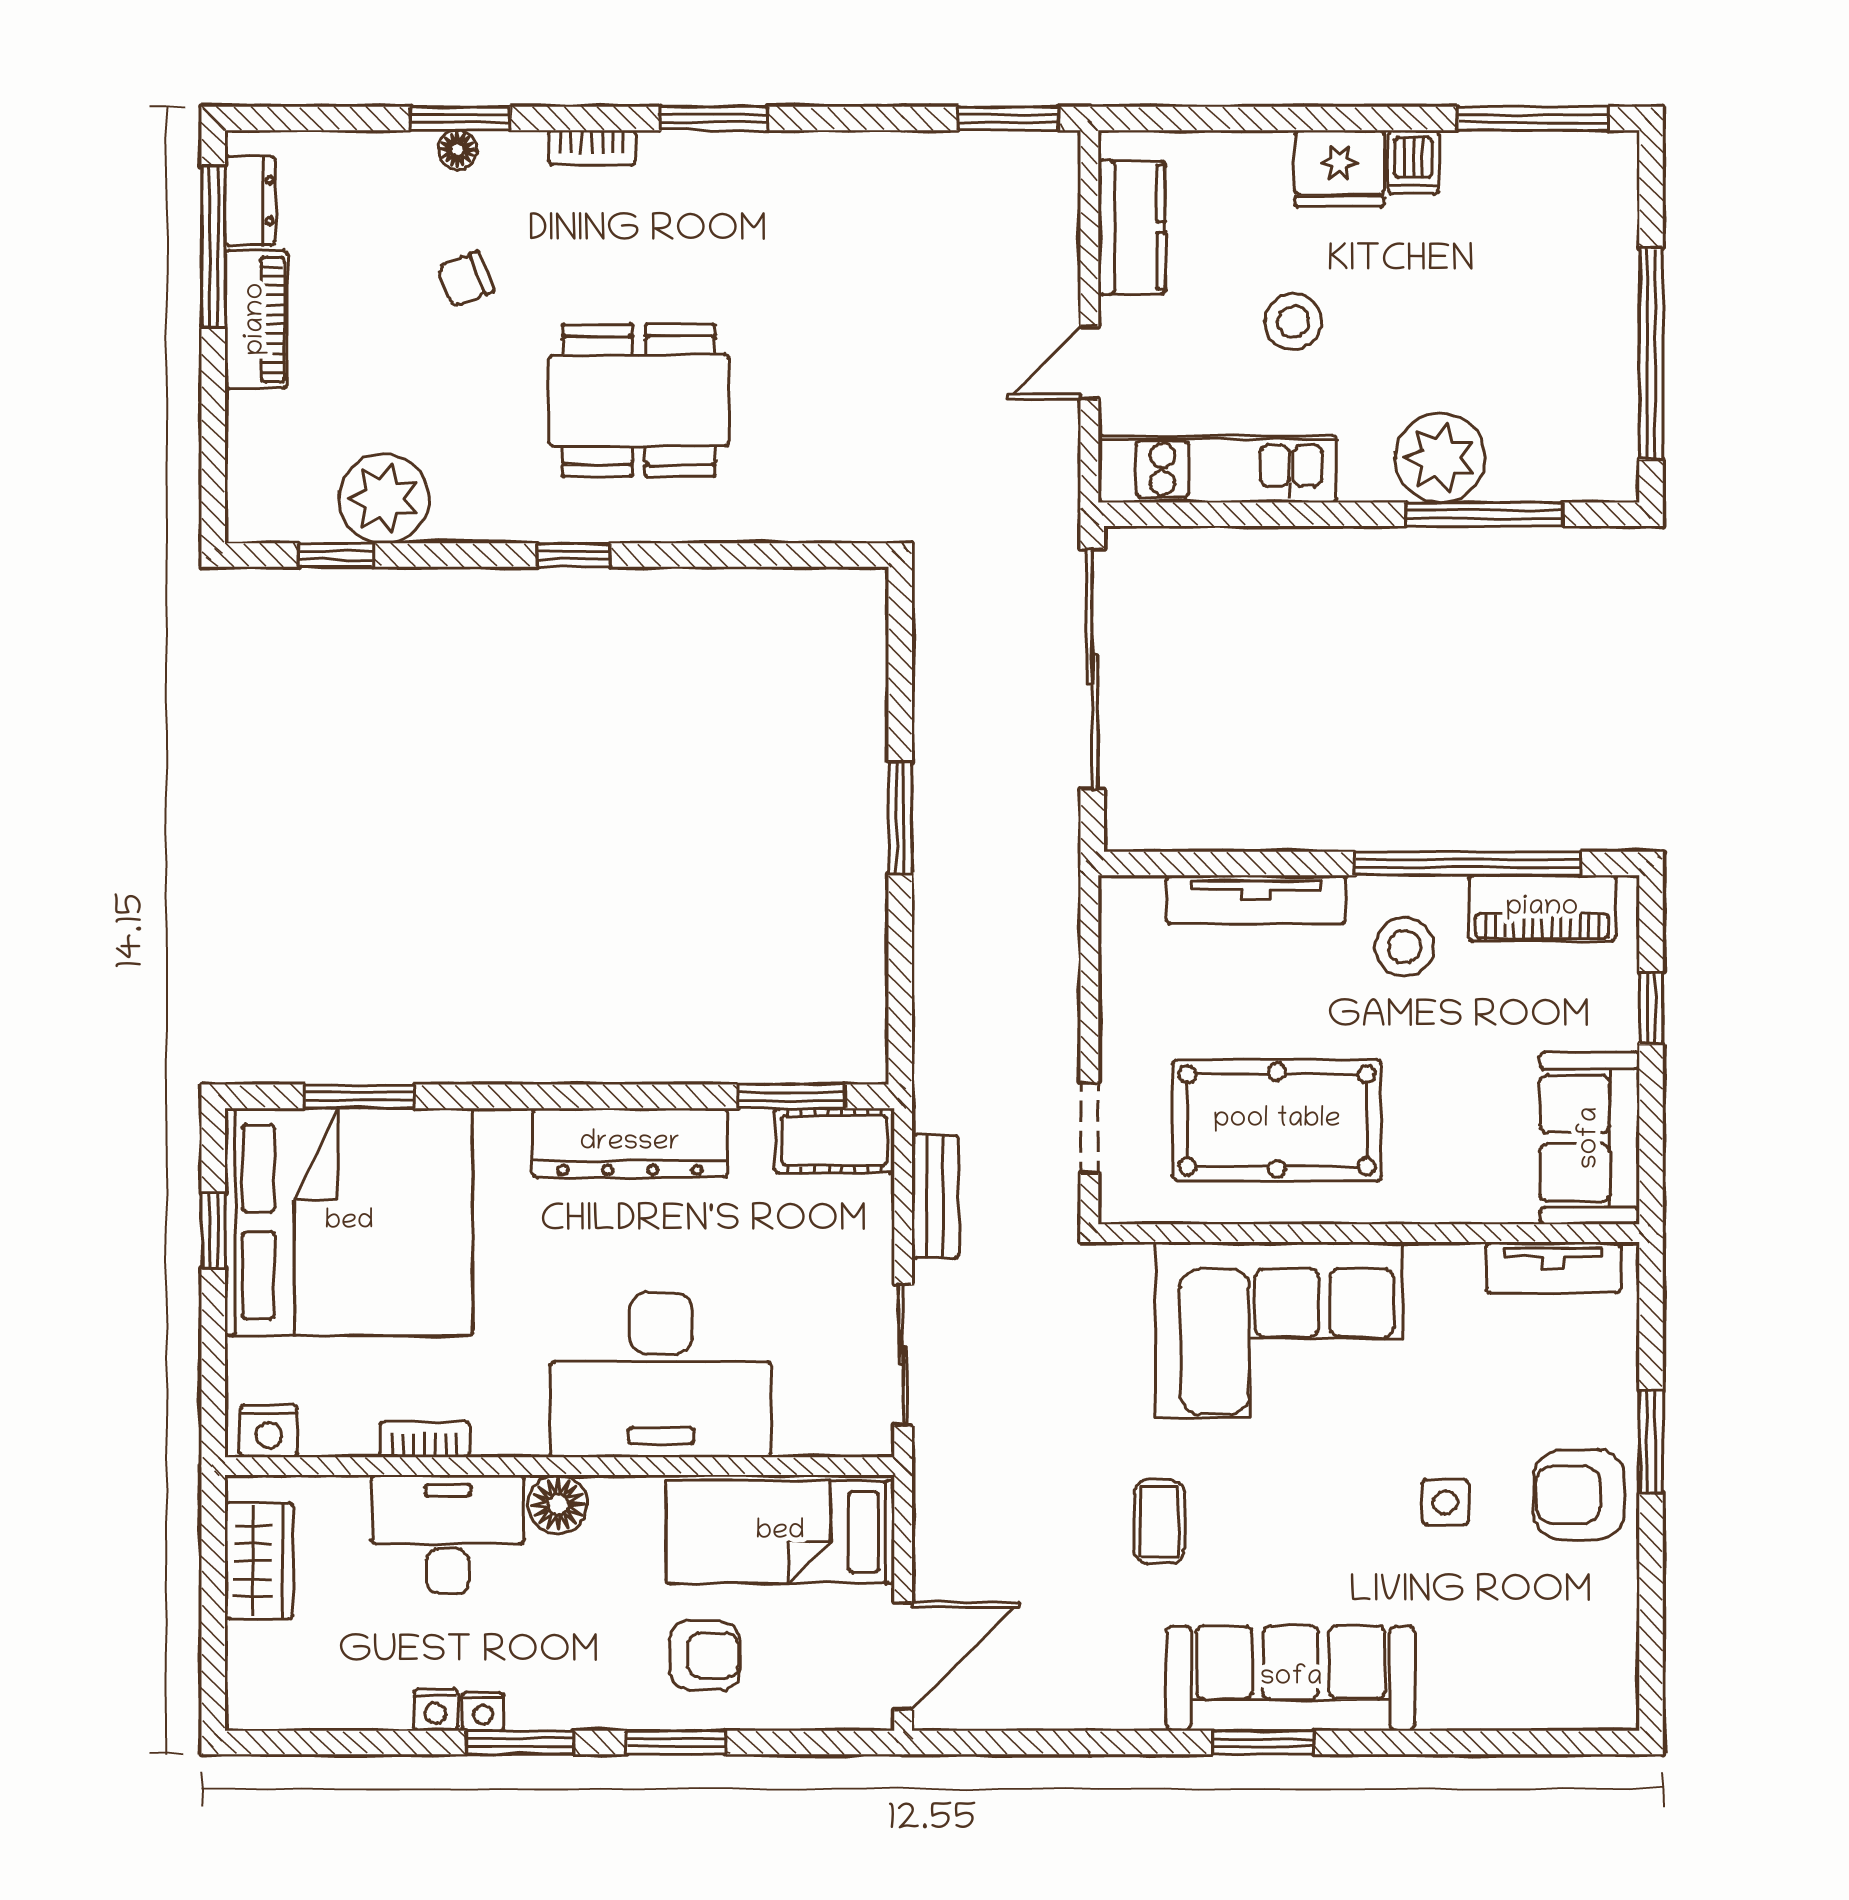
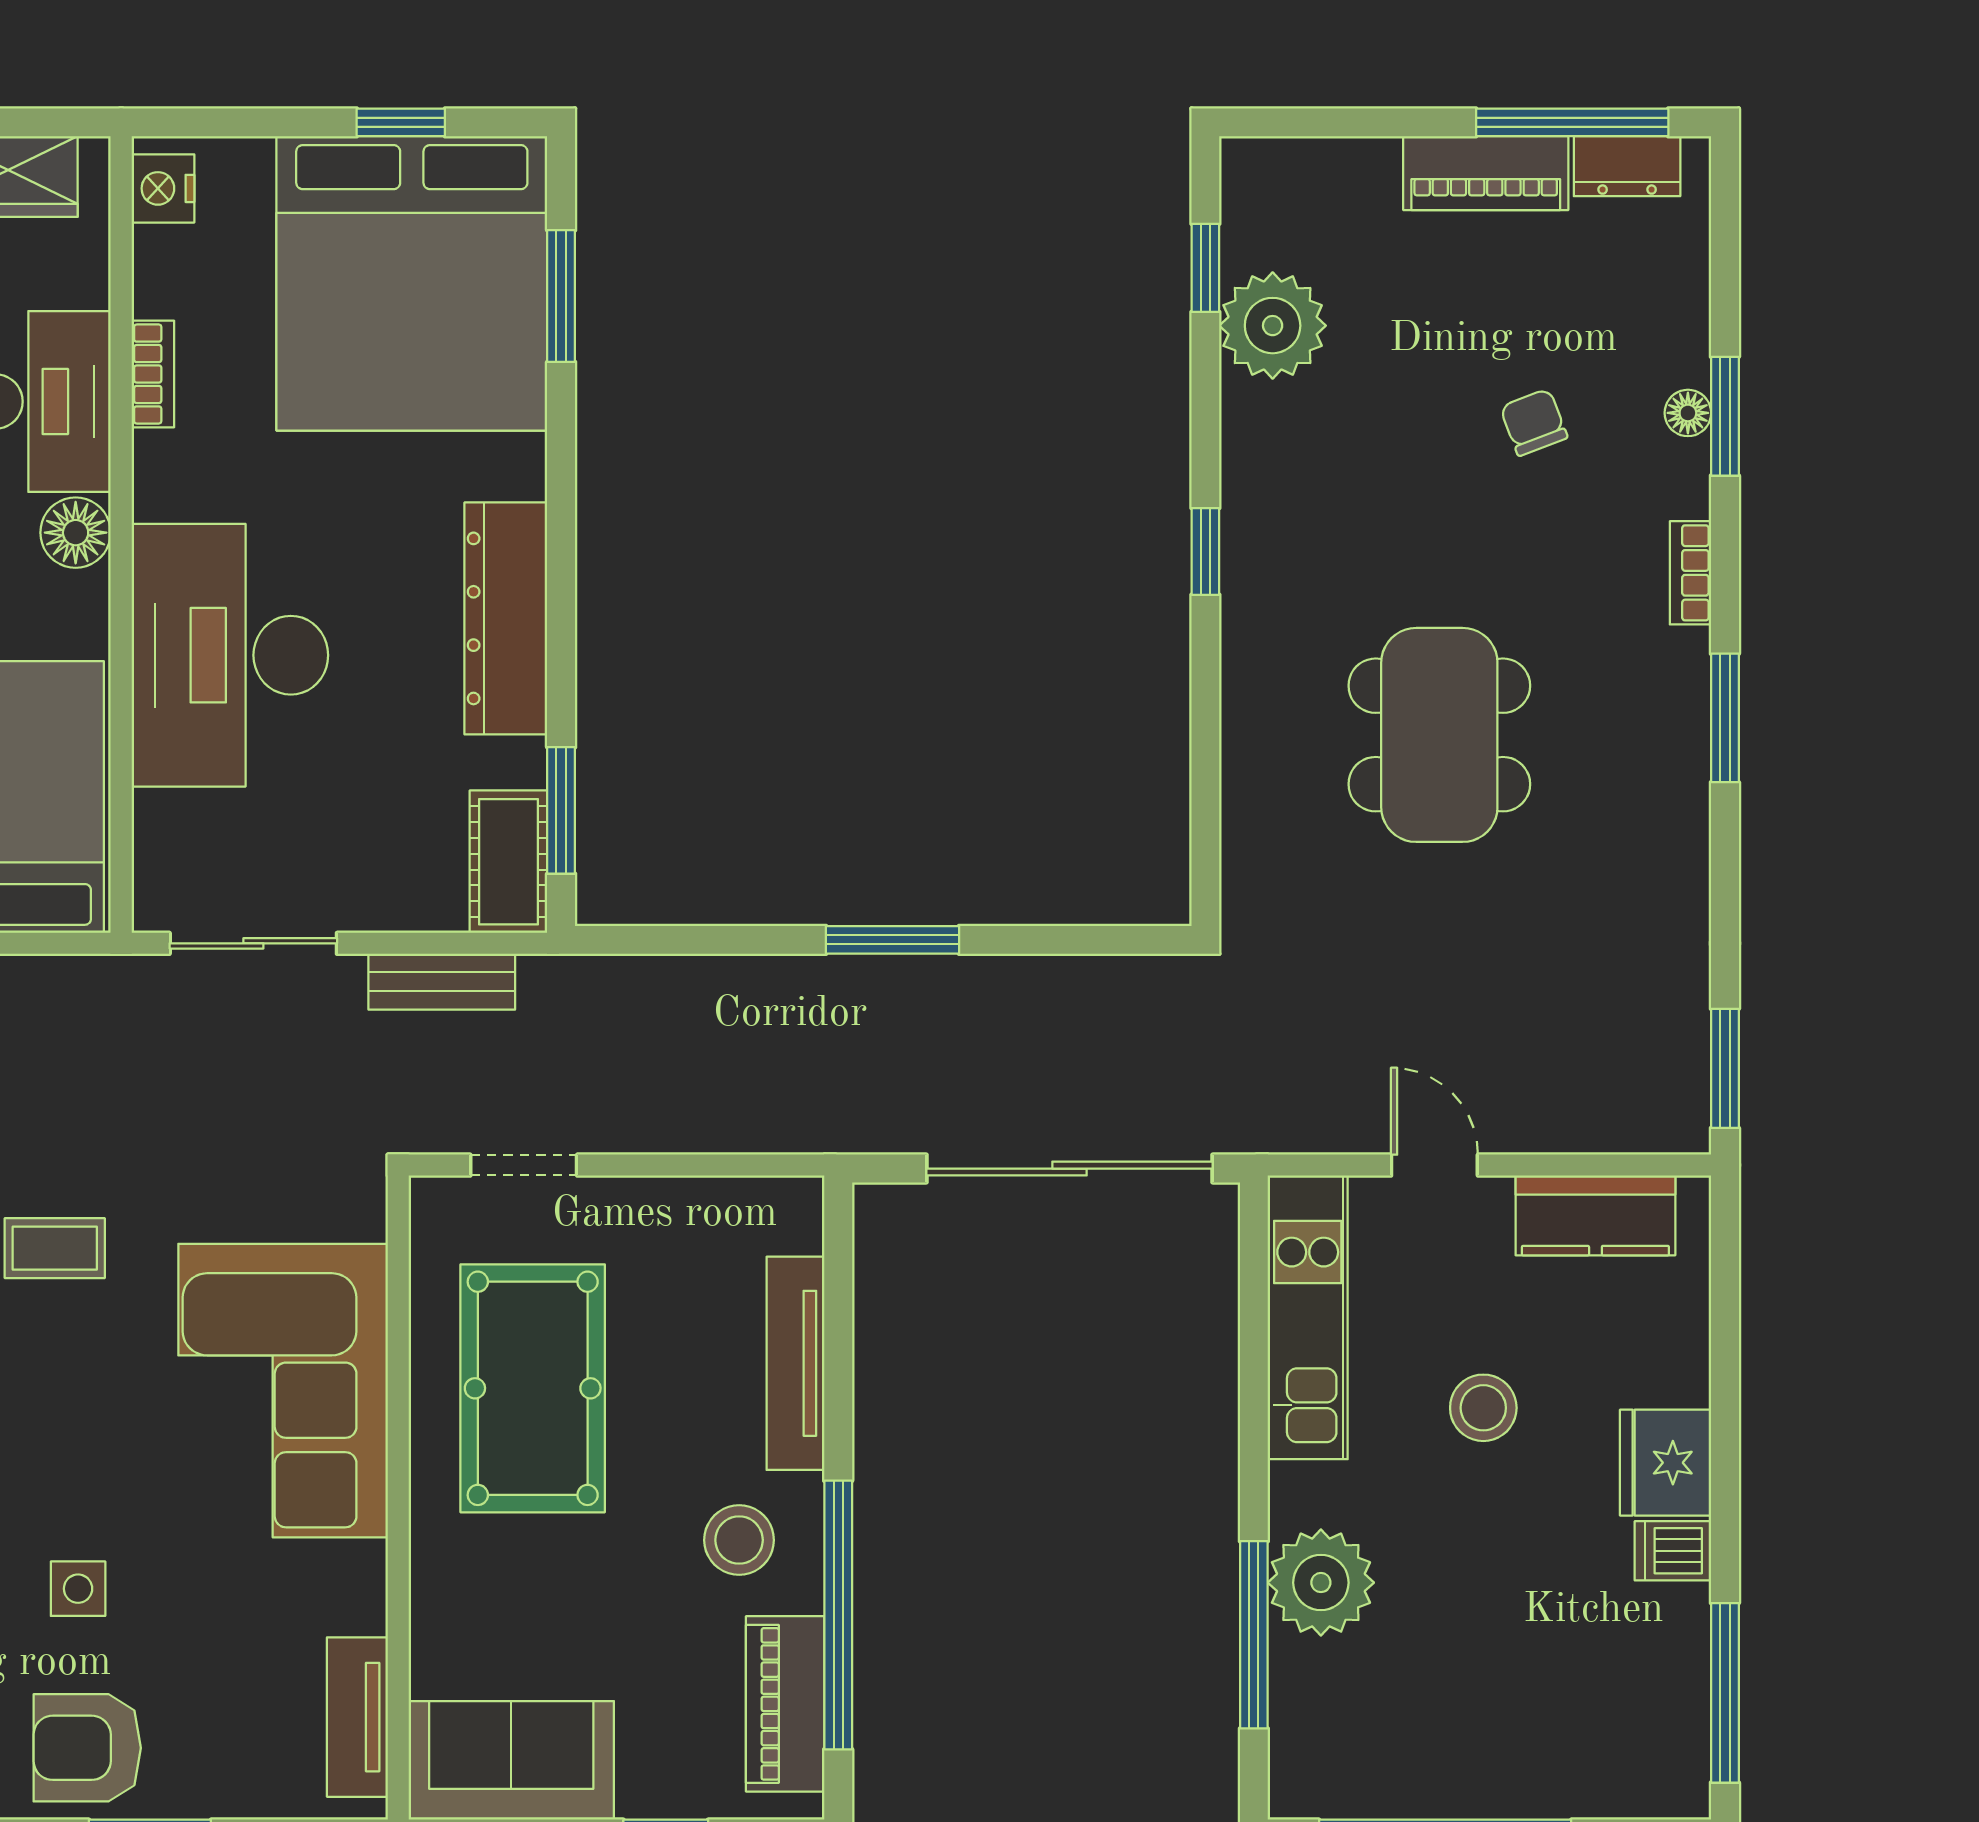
dining table: (639, 400) -> (1439, 735), moved
armchair: (1579, 1495) -> (87, 1748), turned -90

